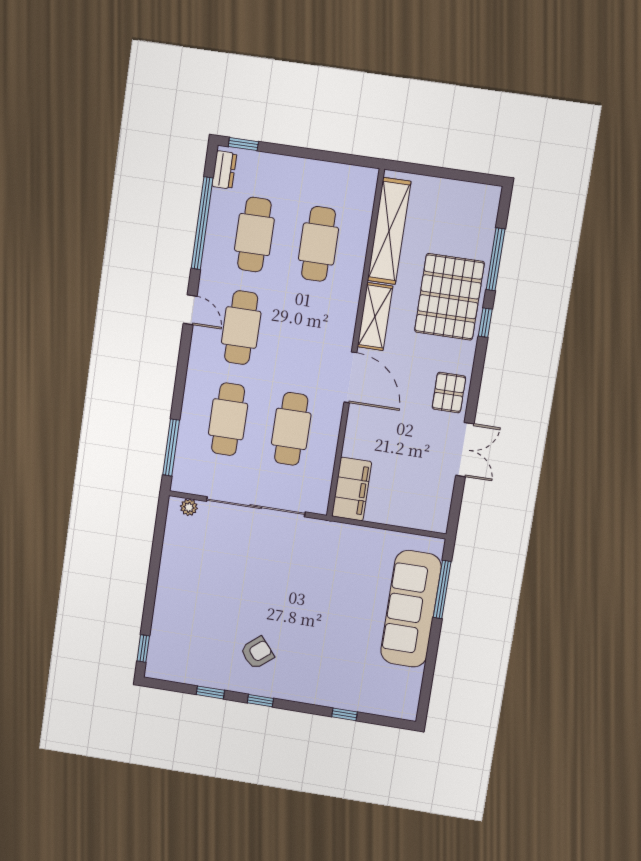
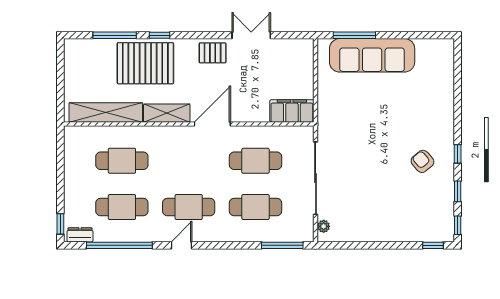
window: (344, 714) -> (458, 225), moved

